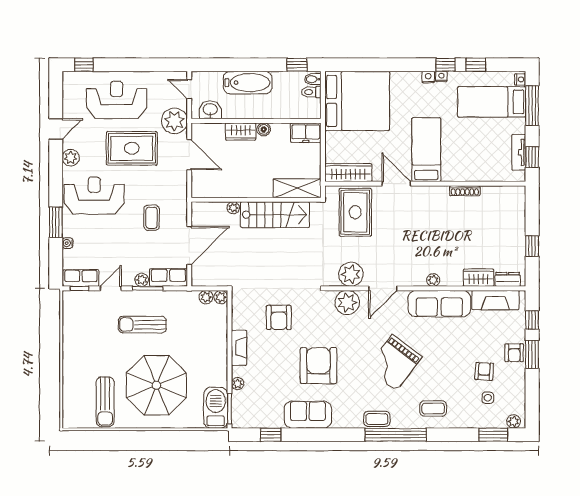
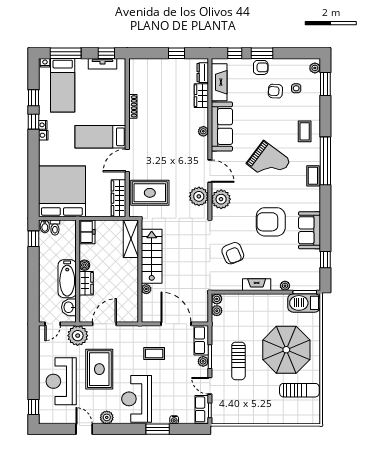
bathtub: (248, 83) -> (67, 279), moved, turned 180
armchair: (279, 317) -> (233, 253), turned 68

